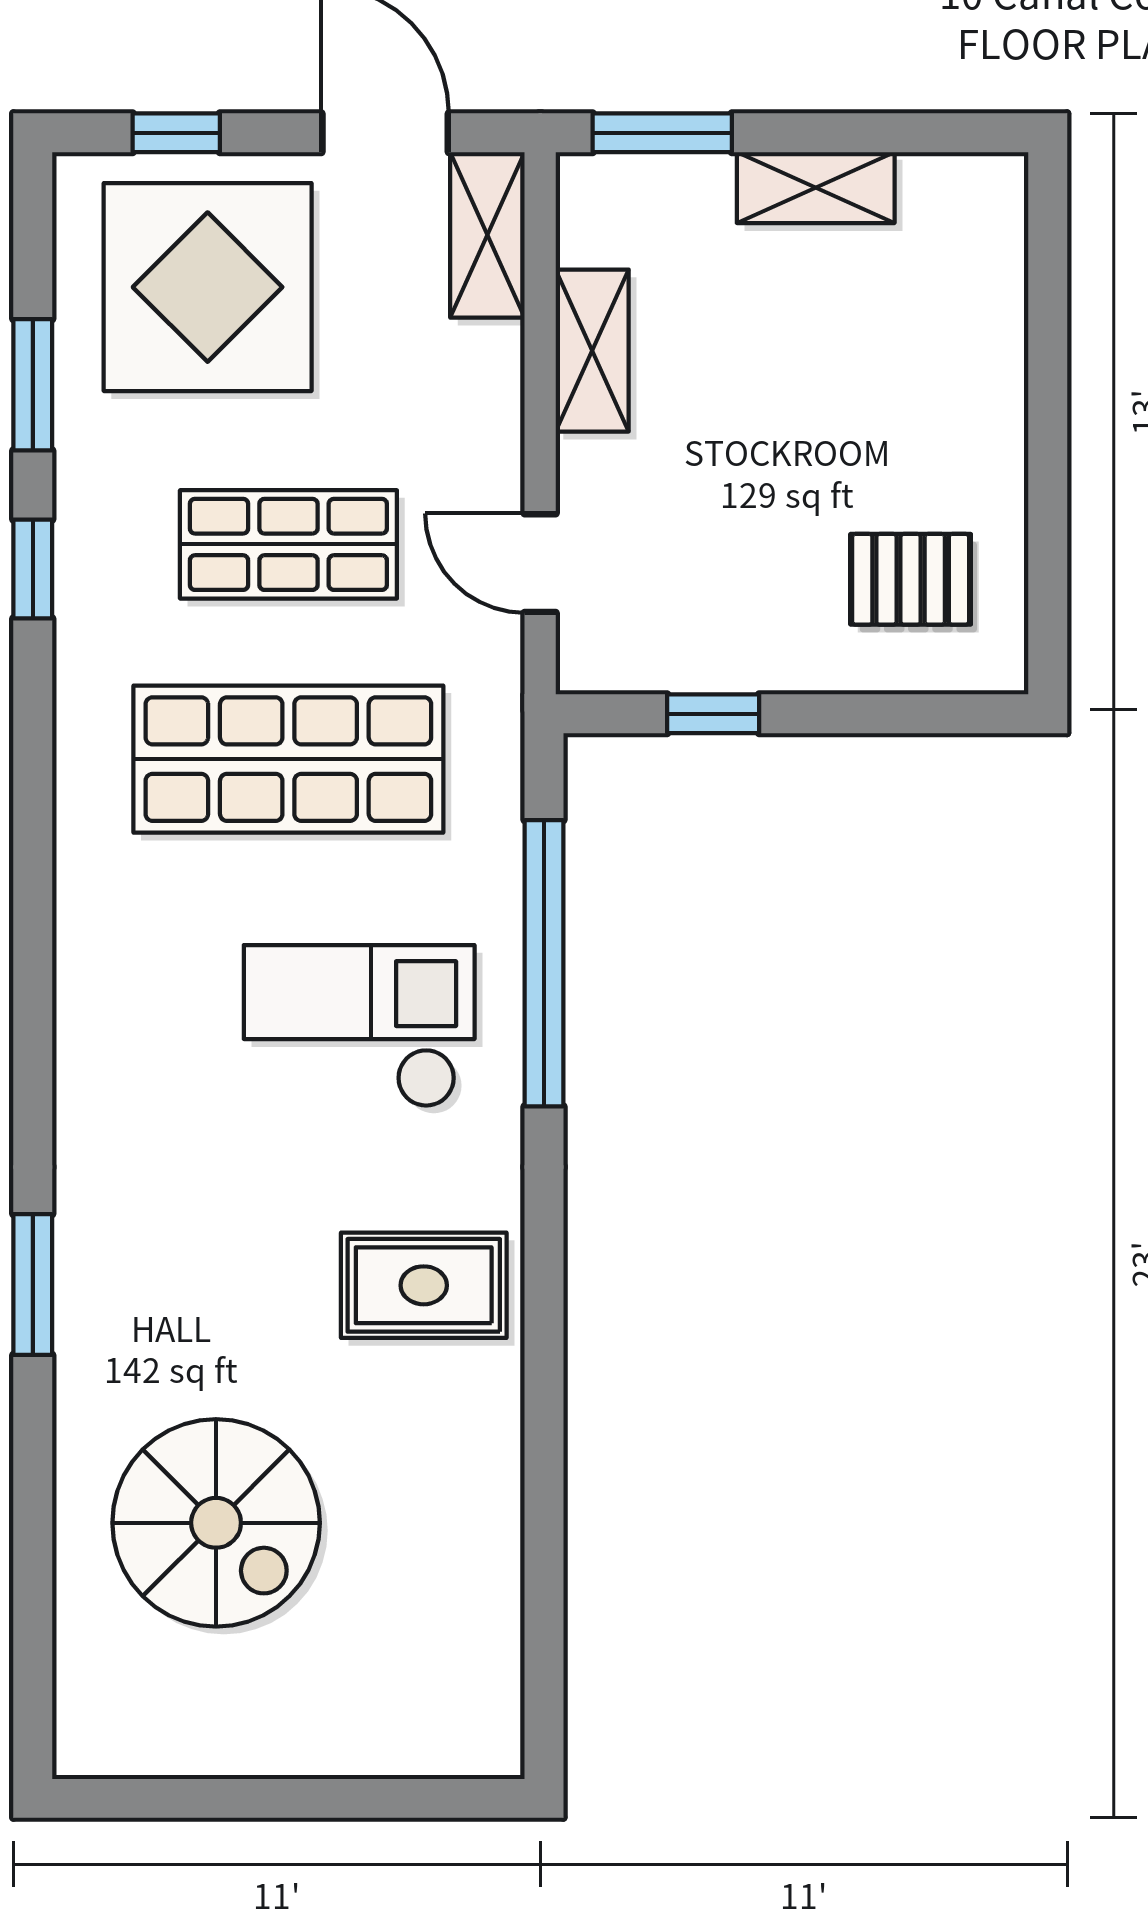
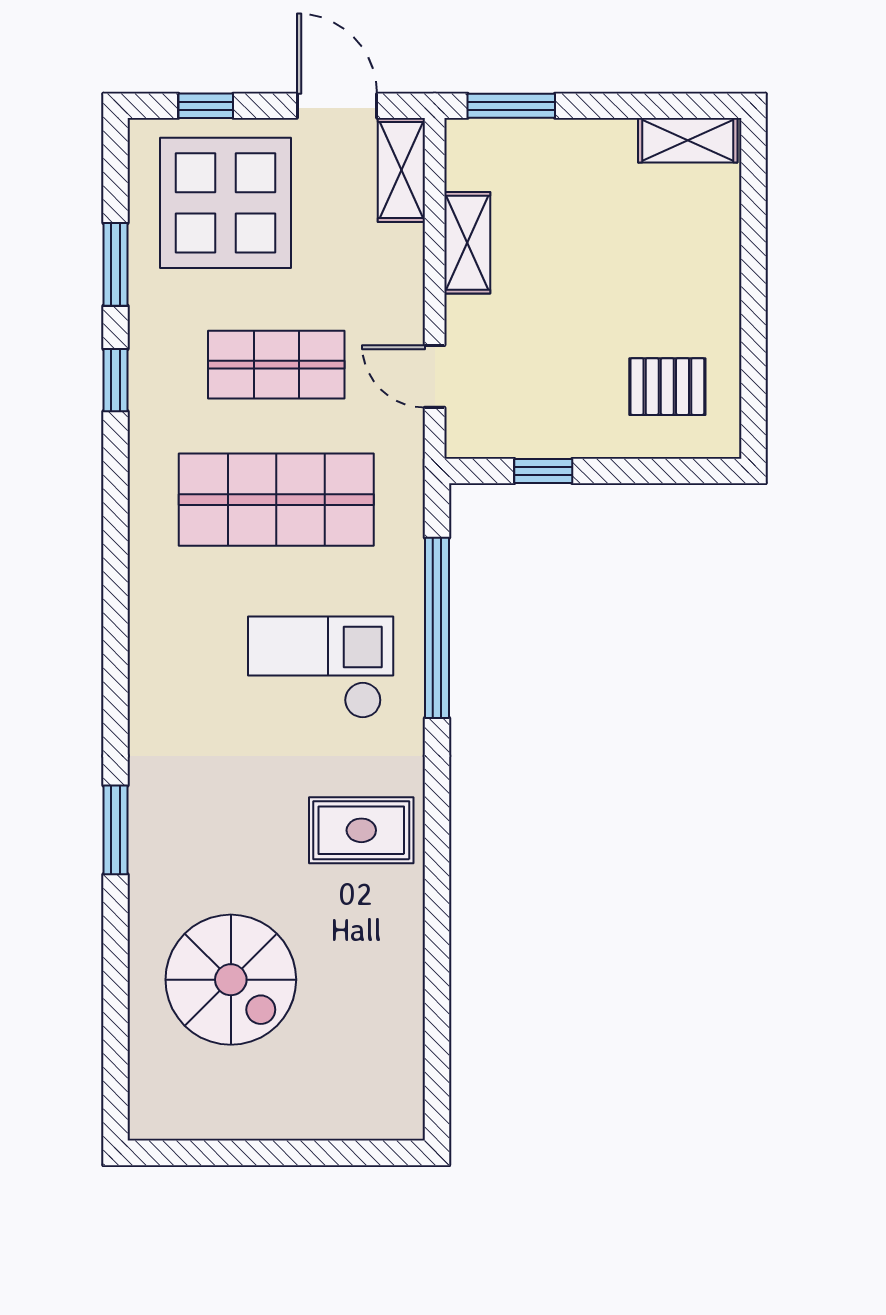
shelving: (816, 188) -> (688, 140), moved

